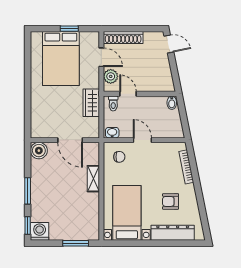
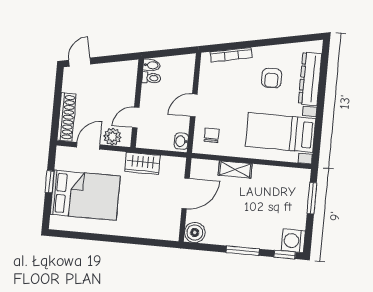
toilet: (113, 103) -> (151, 78), moved

